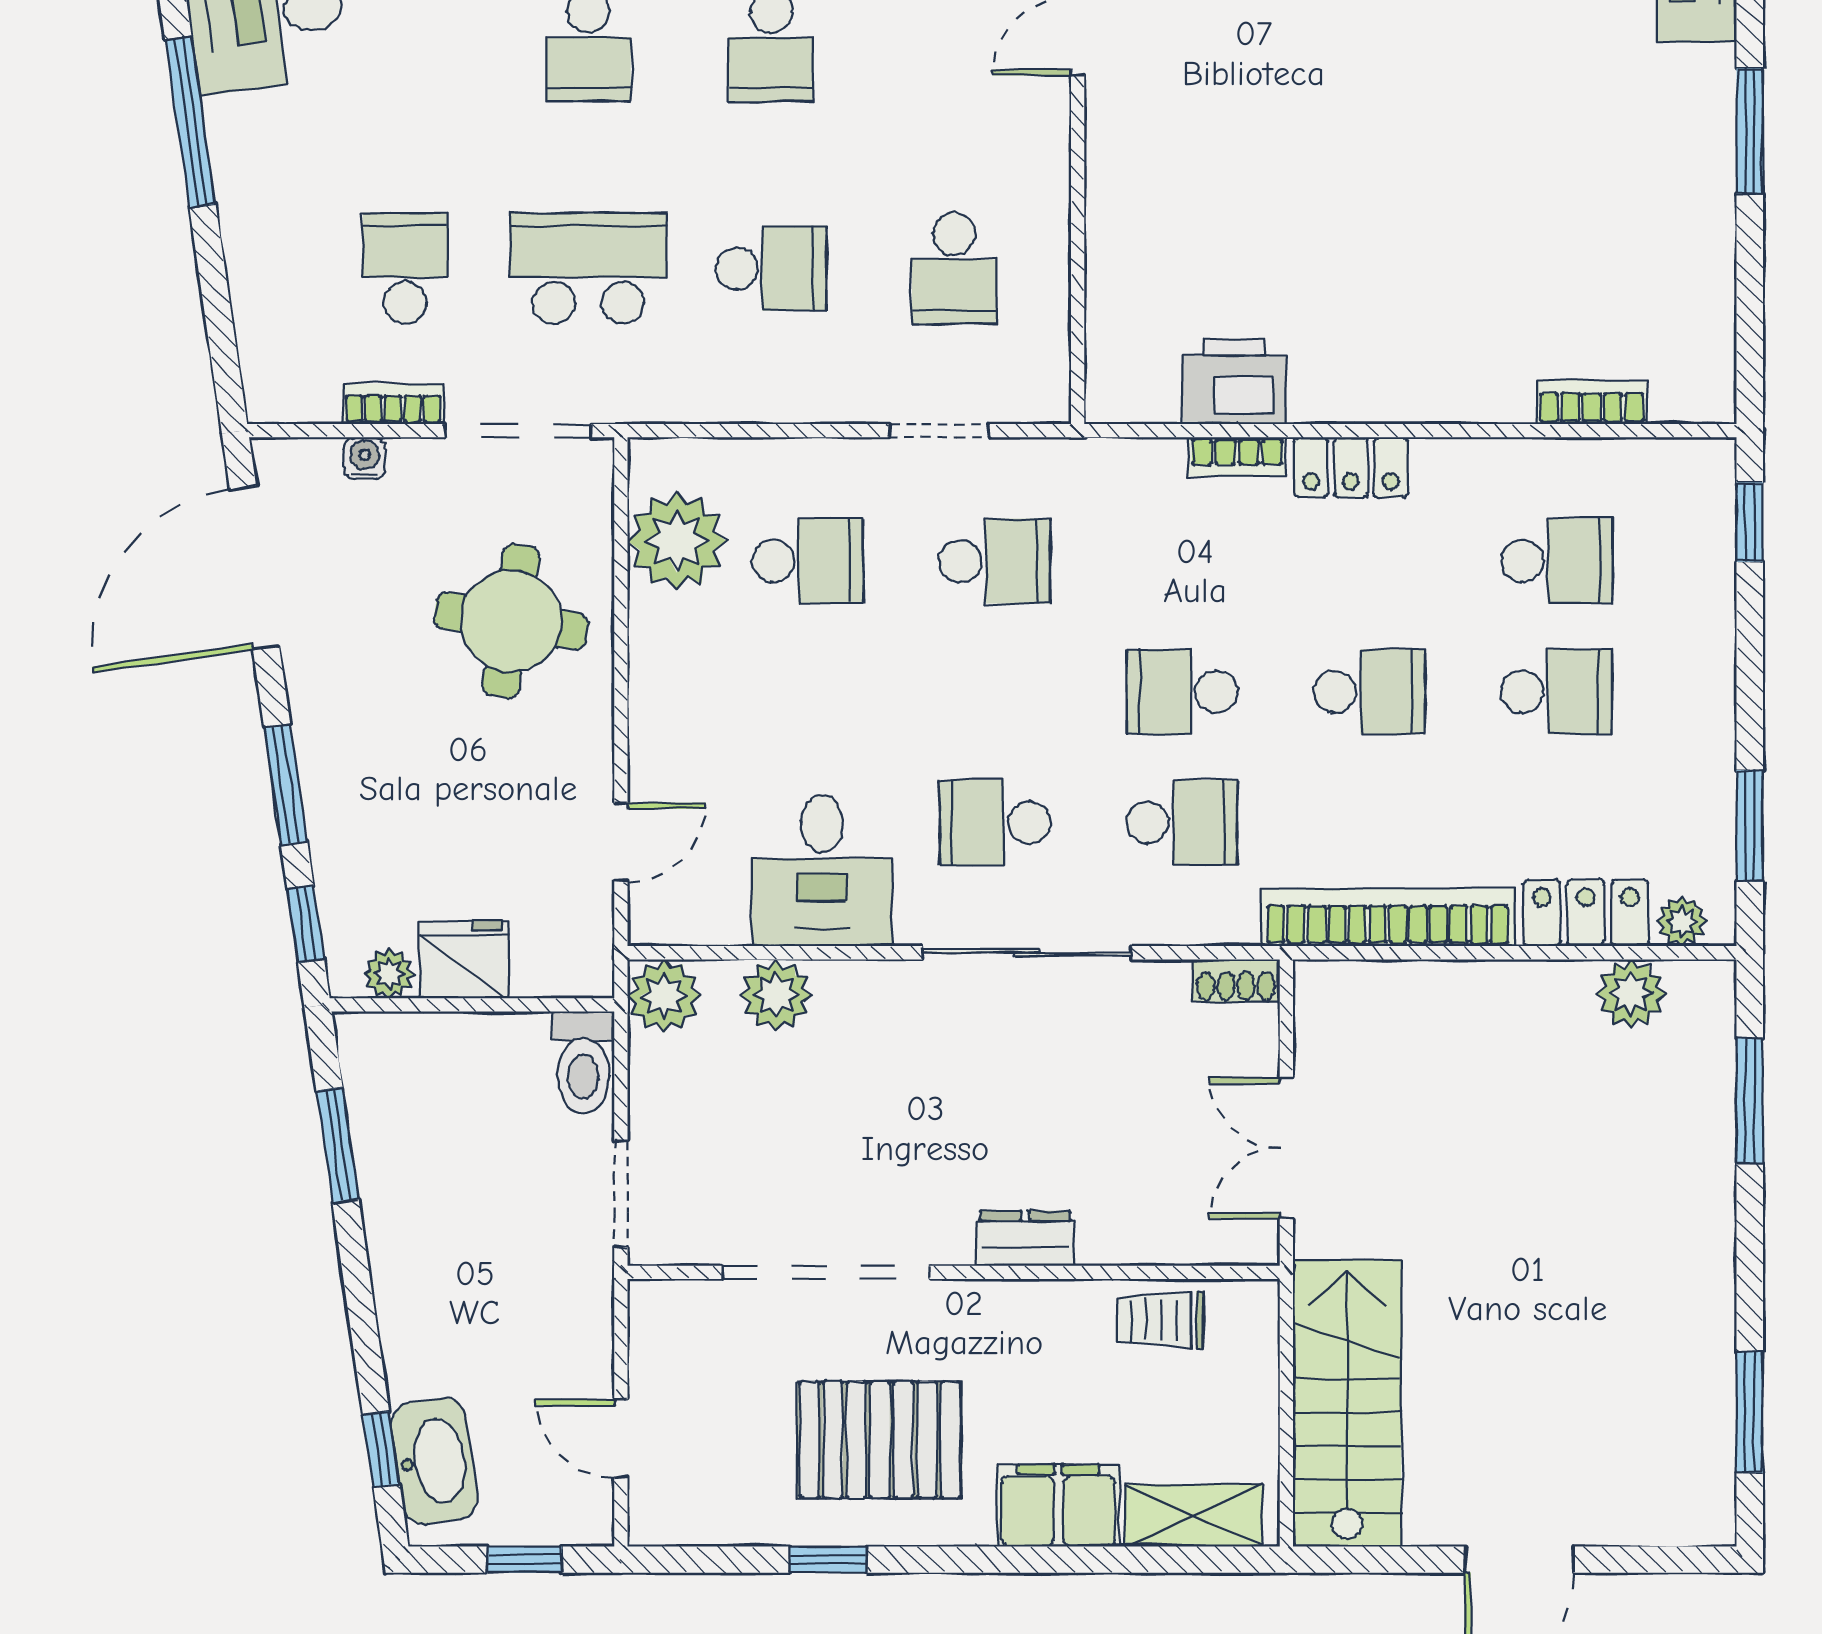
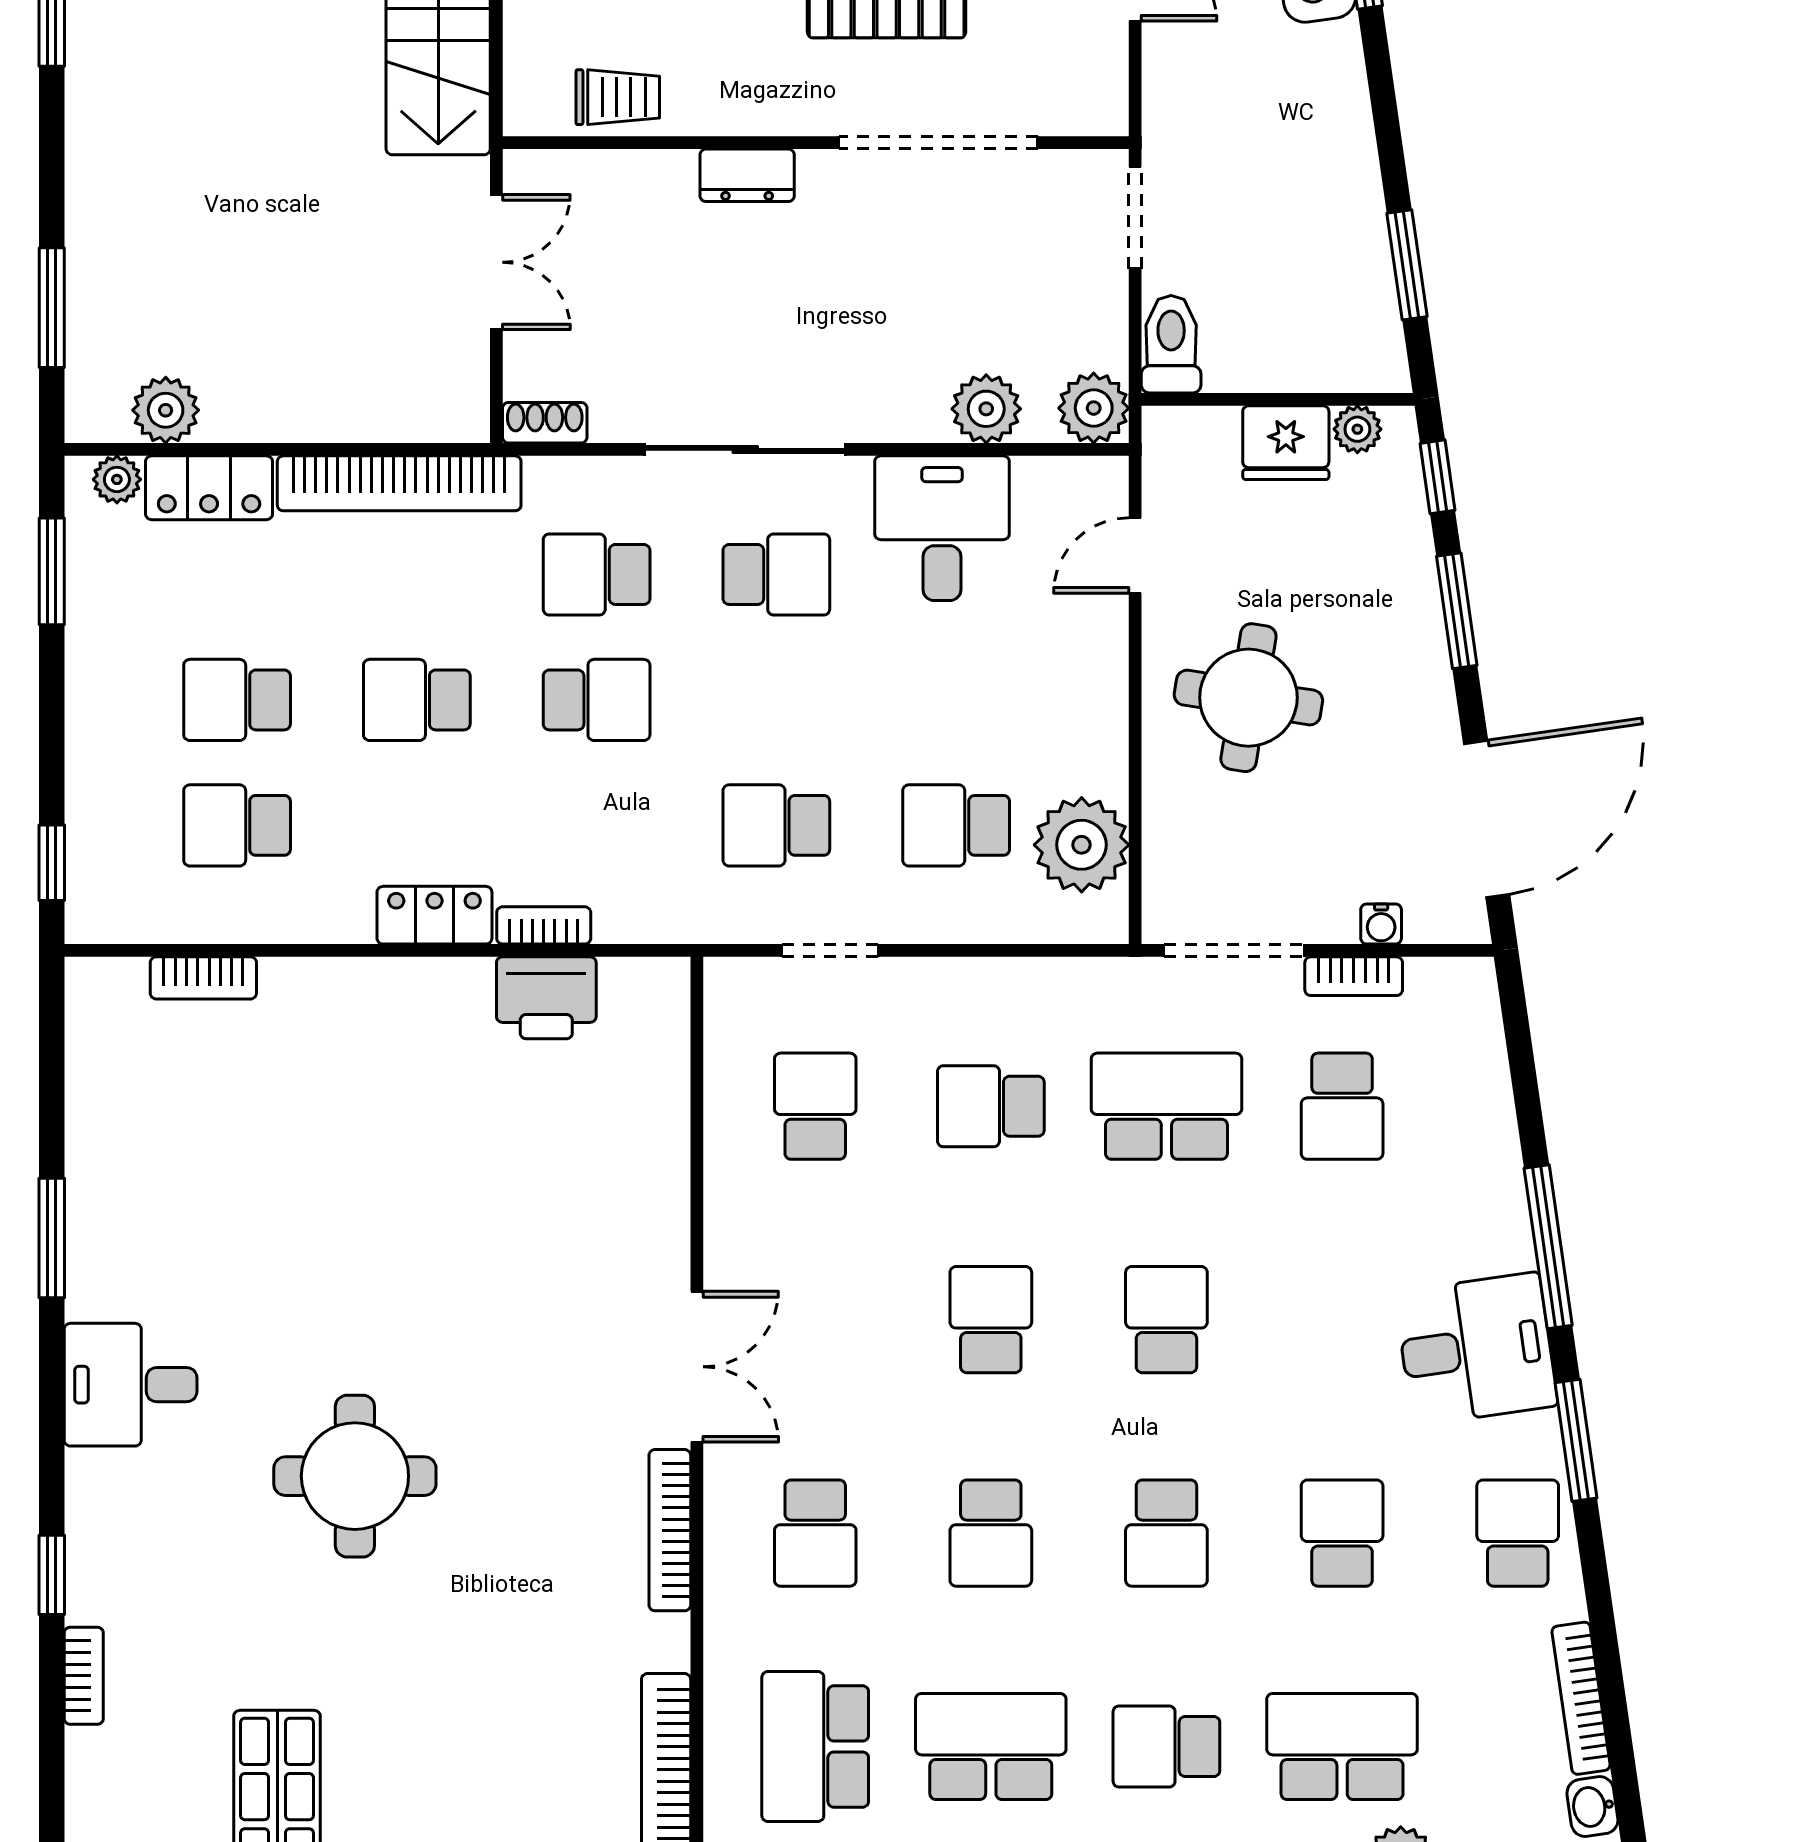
school desk: (588, 268) -> (1166, 1106), turned 180
round table: (511, 621) -> (1248, 698), moved

